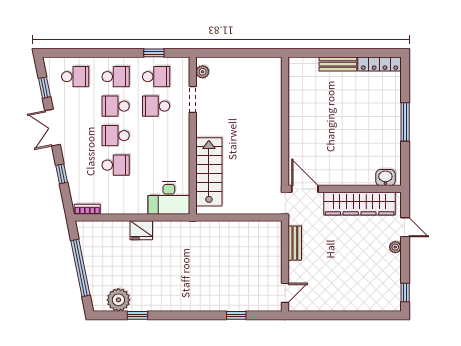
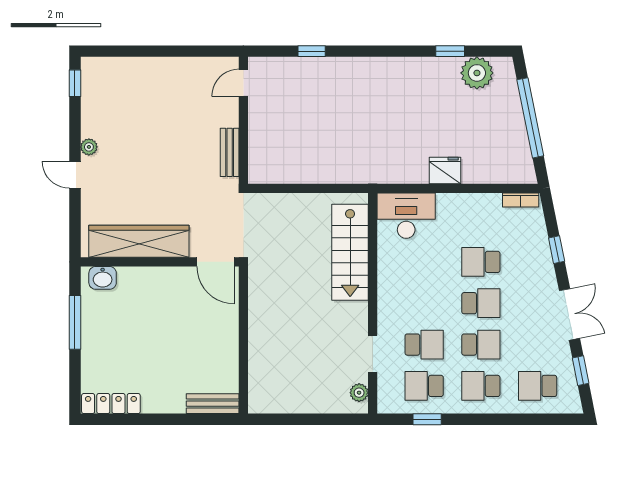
bench: (338, 64) -> (213, 404), moved
washbasin: (385, 178) -> (103, 278), moved
door: (305, 189) -> (216, 262), moved
wall: (345, 189) -> (160, 262), moved
wardrobe: (360, 204) -> (139, 241), moved

